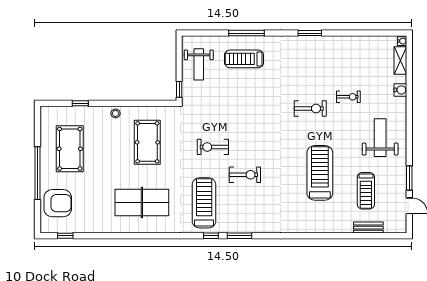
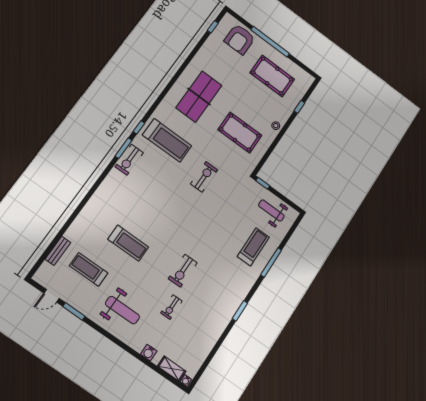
treadmill: (320, 173) -> (128, 243), width x0.73, depth x0.73
exercise bike: (245, 175) -> (129, 160), moved

